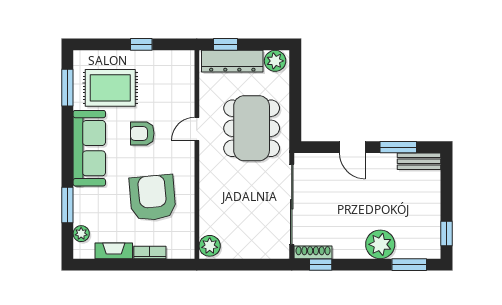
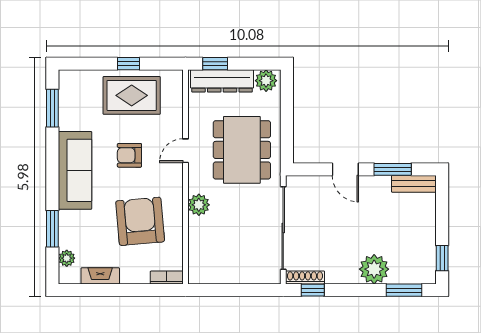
rug: (110, 88) -> (132, 95), moved
plant: (210, 246) -> (199, 205), moved
bookcase: (150, 252) -> (167, 278), moved

